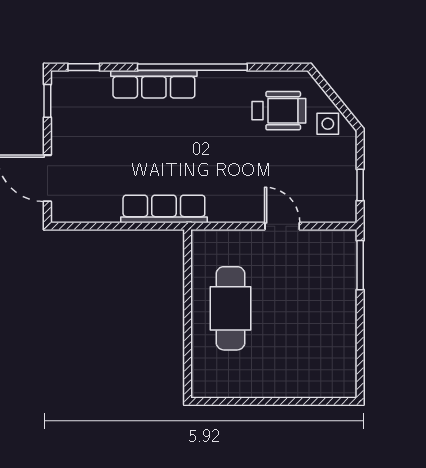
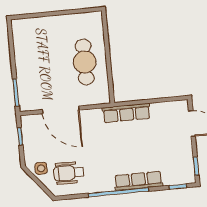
door: (282, 226) -> (61, 110), width x1.87

